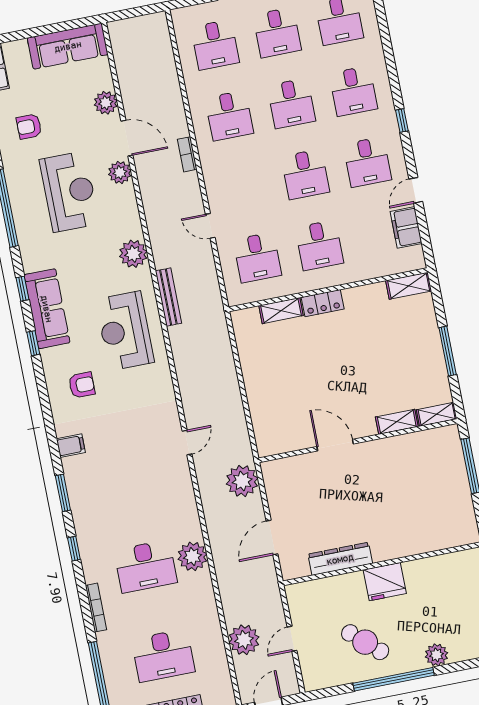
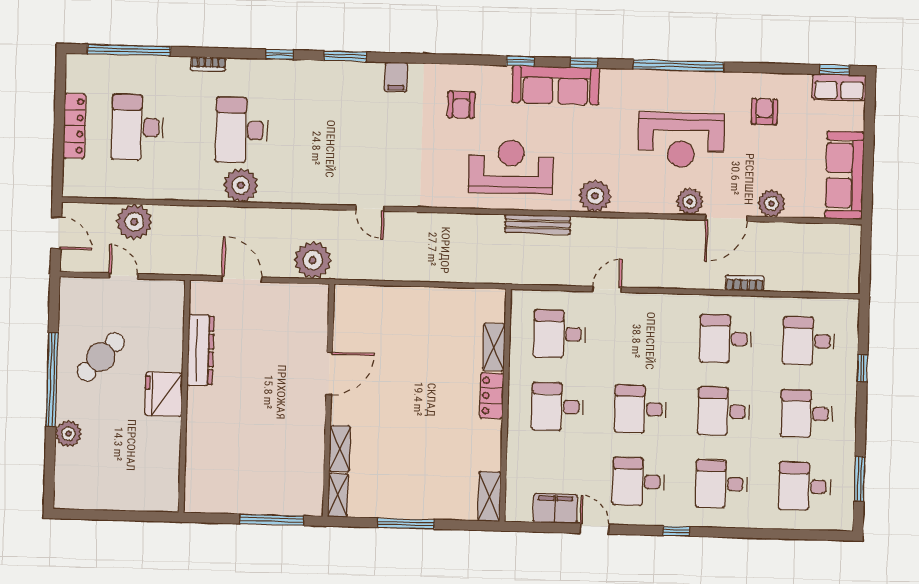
bookcase: (187, 154) -> (745, 283), moved
bookcase: (96, 608) -> (208, 64), width x0.64

